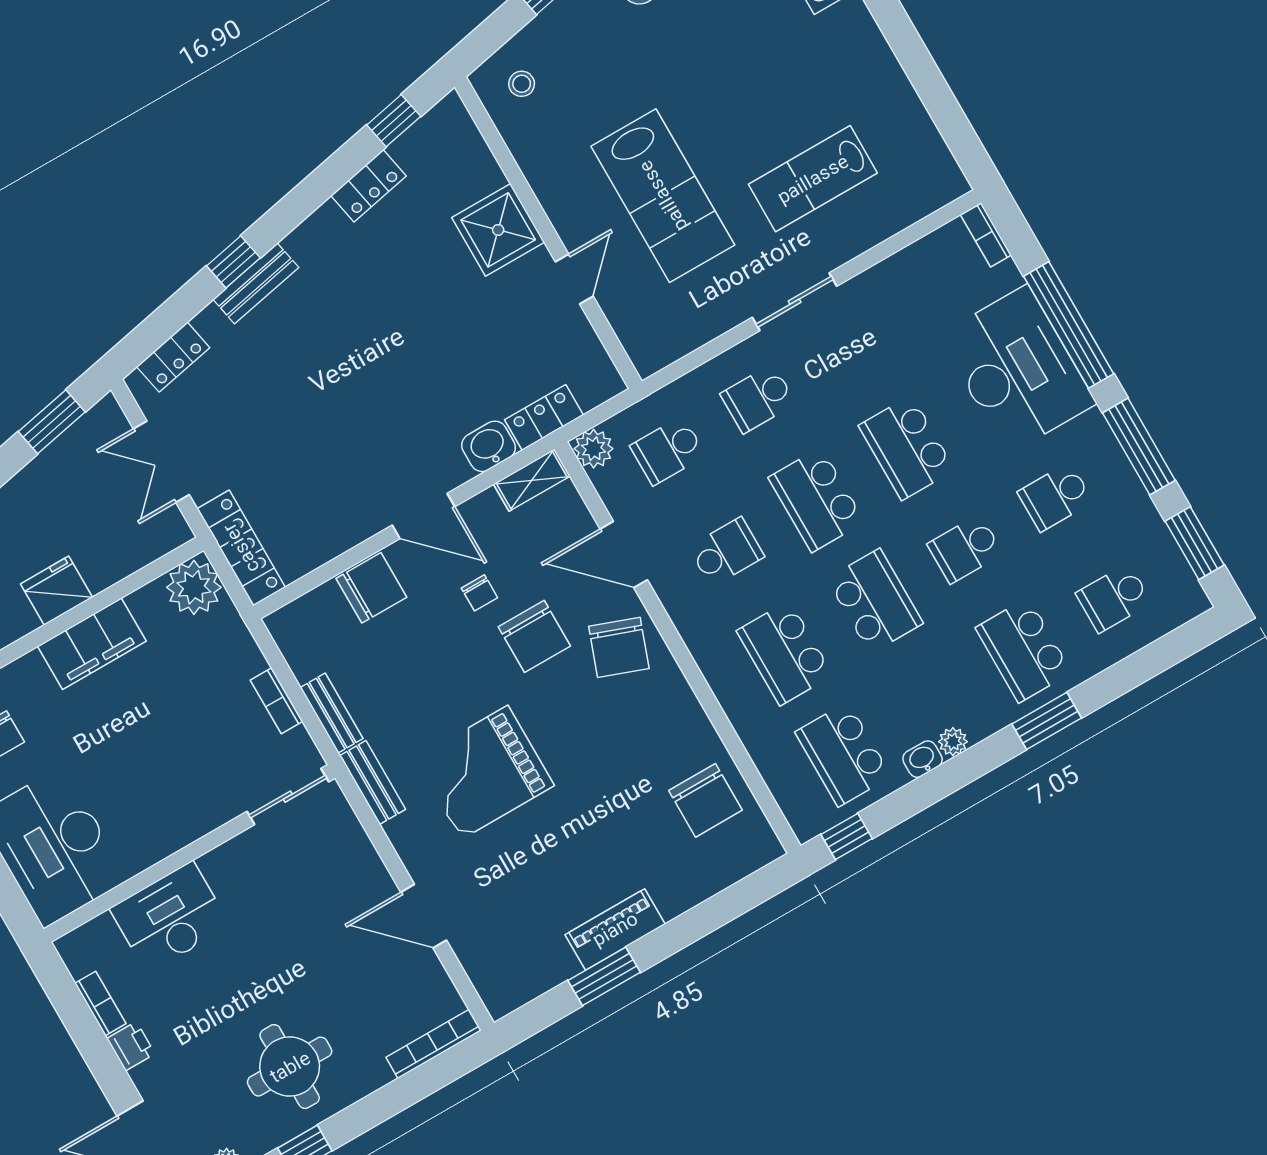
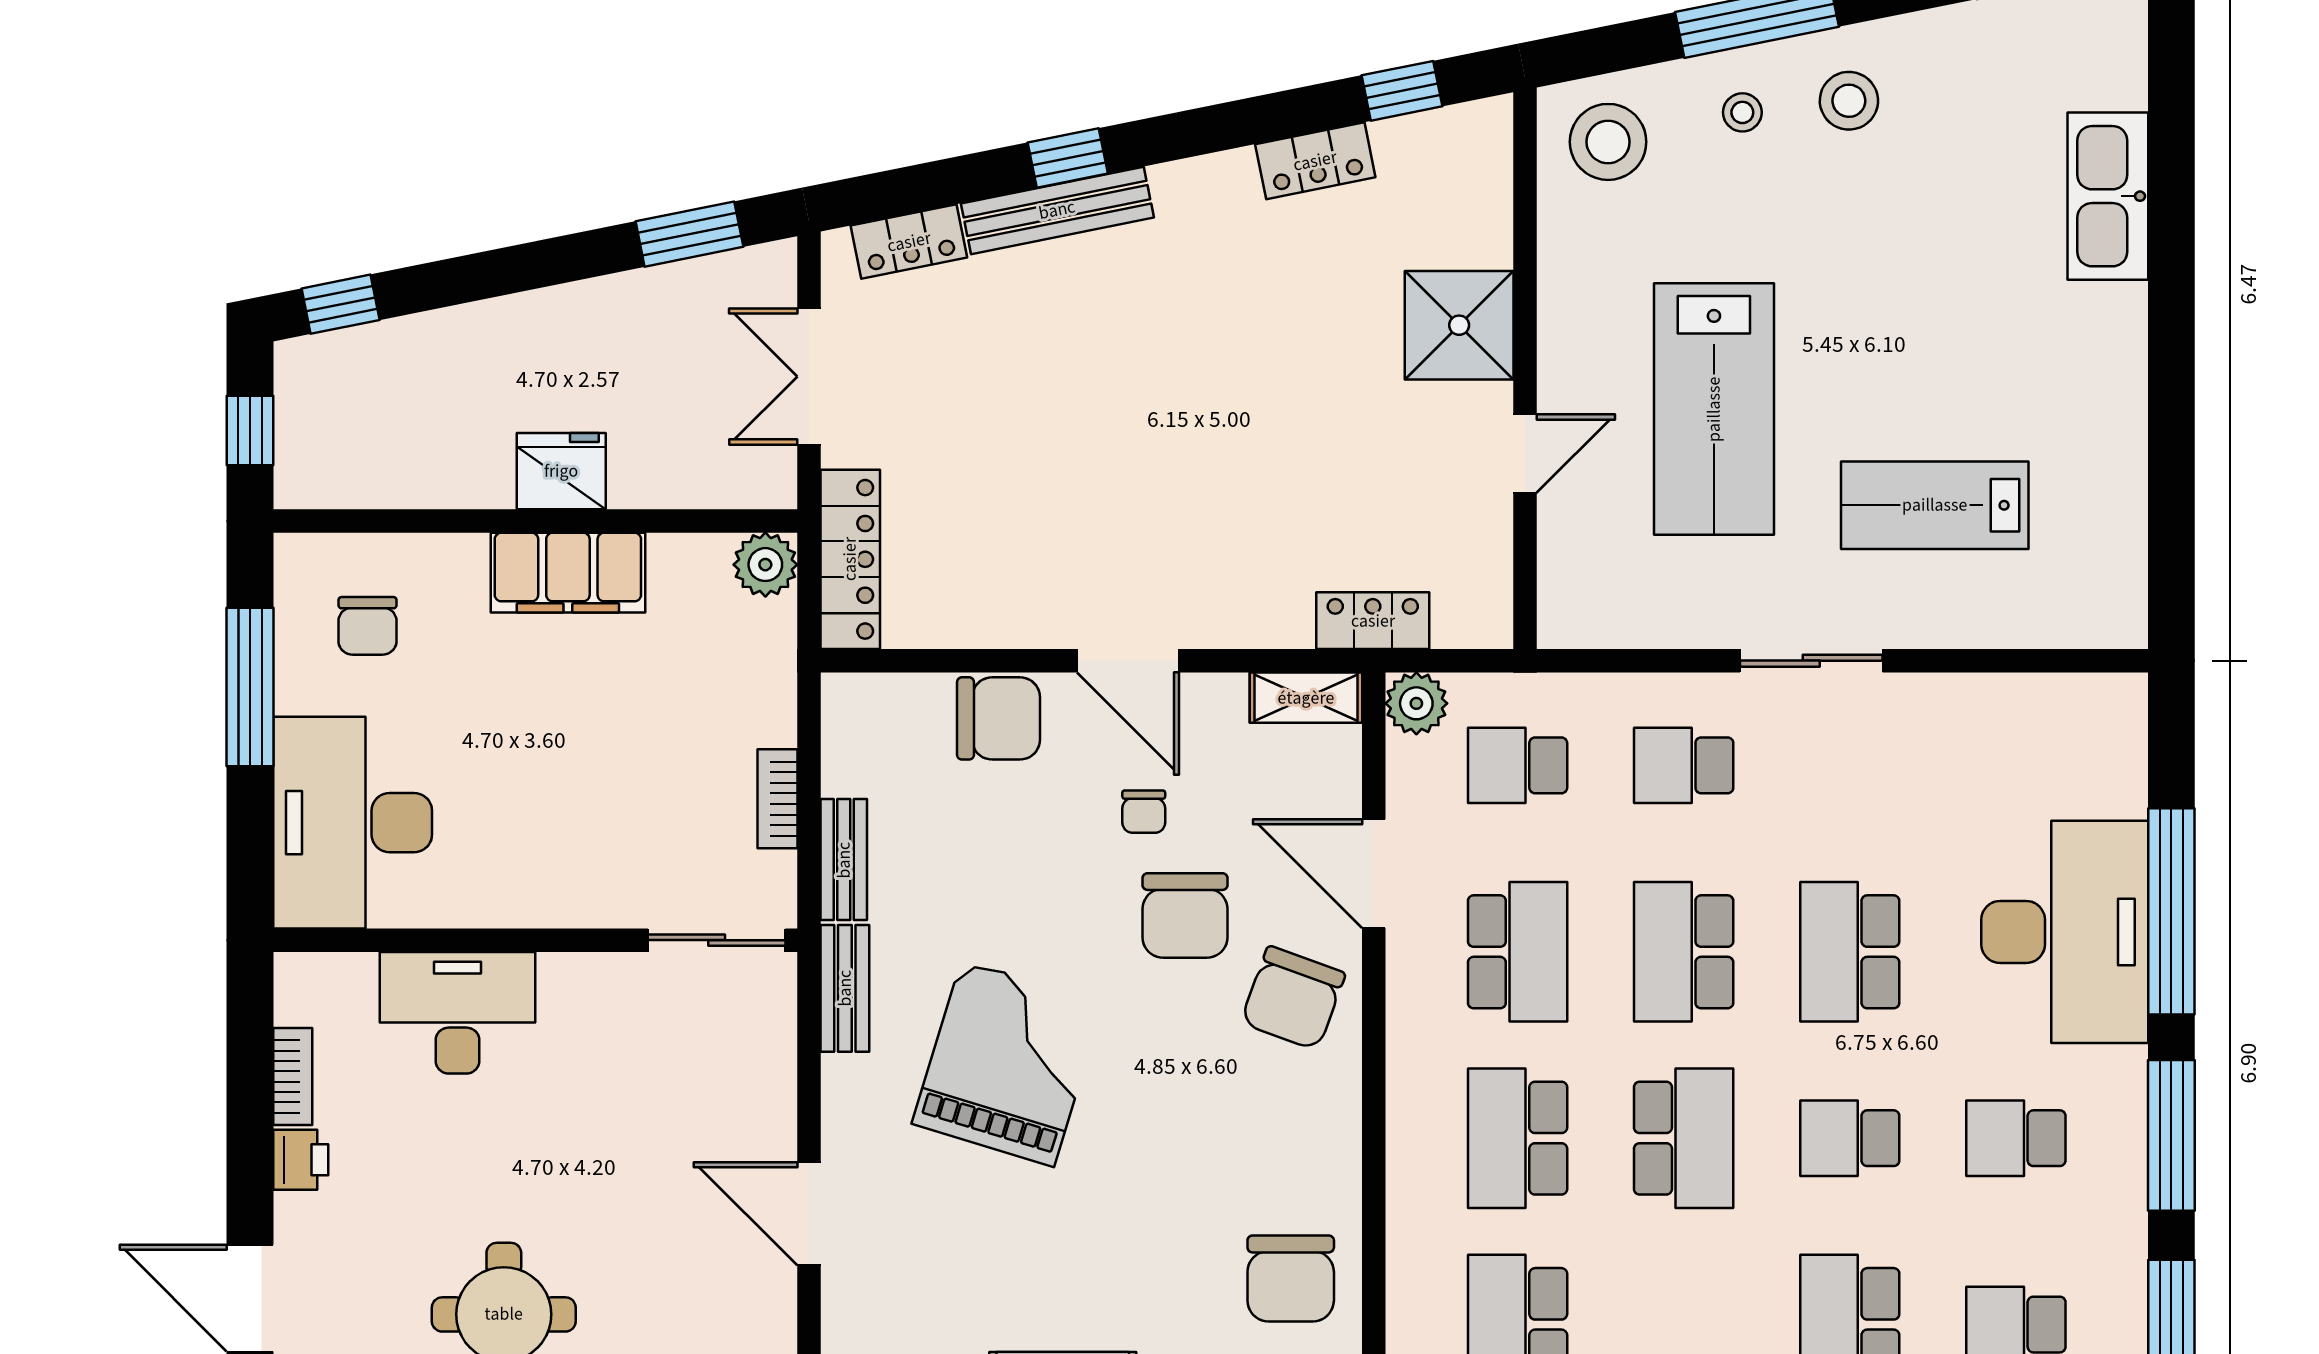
stool: (585, 26) -> (1742, 112), added
stool: (522, 84) -> (1608, 142), width x1.89, depth x1.89
bookcase: (986, 235) -> (2129, 721), removed
bench: (256, 283) -> (1057, 210), width x1.36
washbasin: (489, 446) -> (1273, 616), removed
school desk: (726, 552) -> (1518, 952), width x1.85
plant: (194, 587) -> (765, 565), width x0.73, depth x0.73
grand piano: (485, 772) -> (1008, 1063), turned 107

